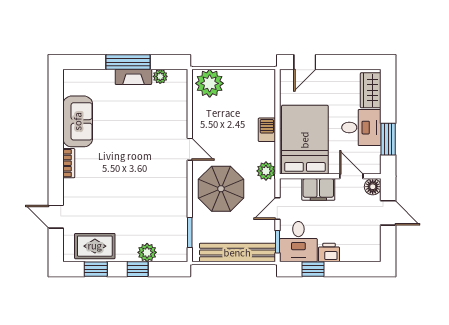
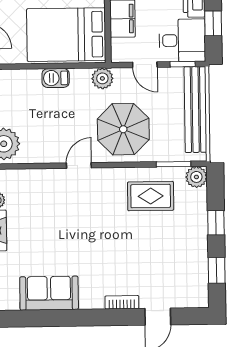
bookcase: (69, 163) -> (122, 302), moved
rug: (95, 246) -> (151, 196), moved, turned 90
plant: (147, 252) -> (196, 177), moved

